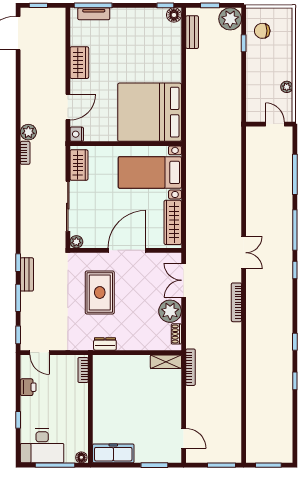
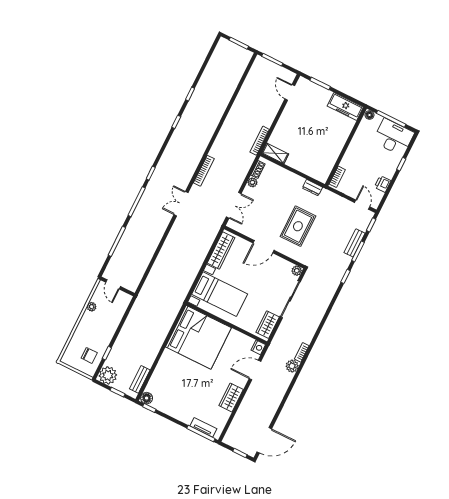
door: (127, 250) -> (264, 247), width x0.73
bench: (27, 274) -> (354, 243), moved
plant: (170, 311) -> (252, 182), width x0.53, depth x0.53

